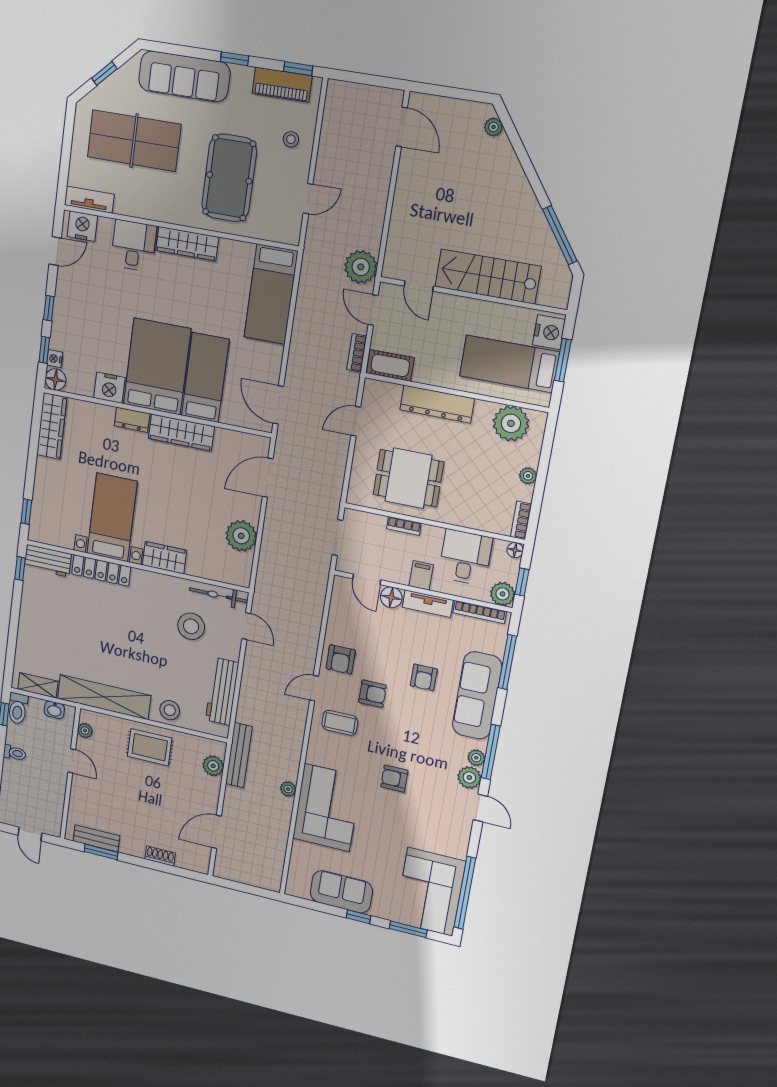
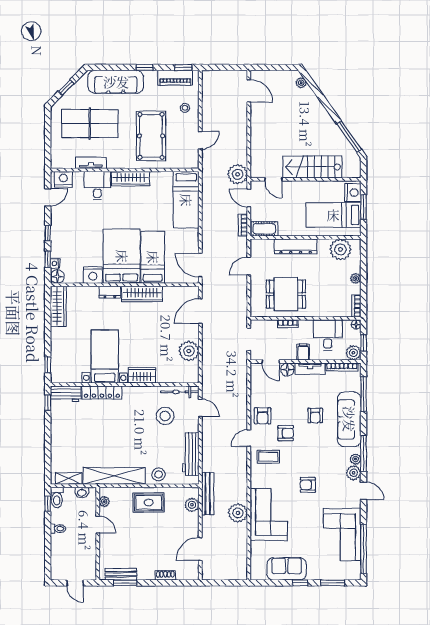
tv unit: (89, 200) -> (91, 163), moved
plant: (288, 789) -> (238, 513), width x1.88, depth x1.88
corner sofa: (430, 892) -> (342, 535), moved

